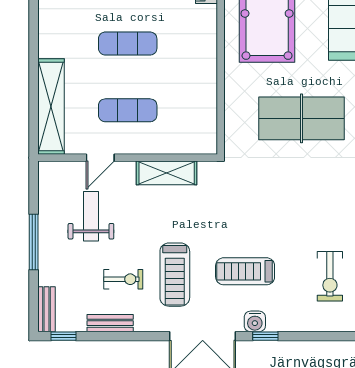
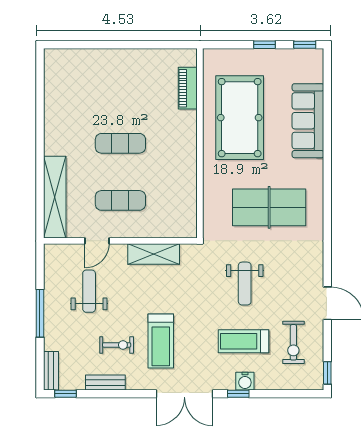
weight bench: (273, 207) -> (245, 284), added
treadmill: (245, 271) -> (244, 341), moved
water cooler: (255, 321) -> (245, 381), moved

